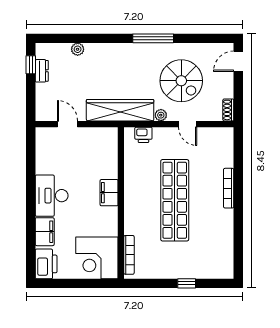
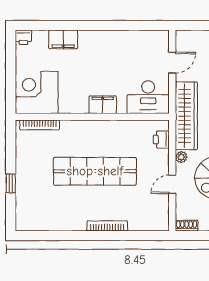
desk: (52, 196) -> (148, 97), moved, turned 180
printer: (46, 264) -> (23, 37), width x0.53, depth x0.68

